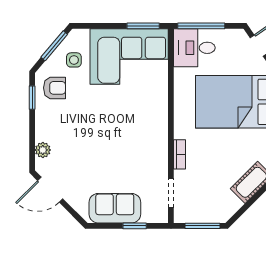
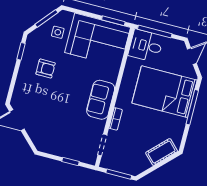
armchair: (55, 88) -> (46, 69), moved
plant: (43, 150) -> (19, 91), removed
sofa: (115, 208) -> (101, 100), moved, turned -90

